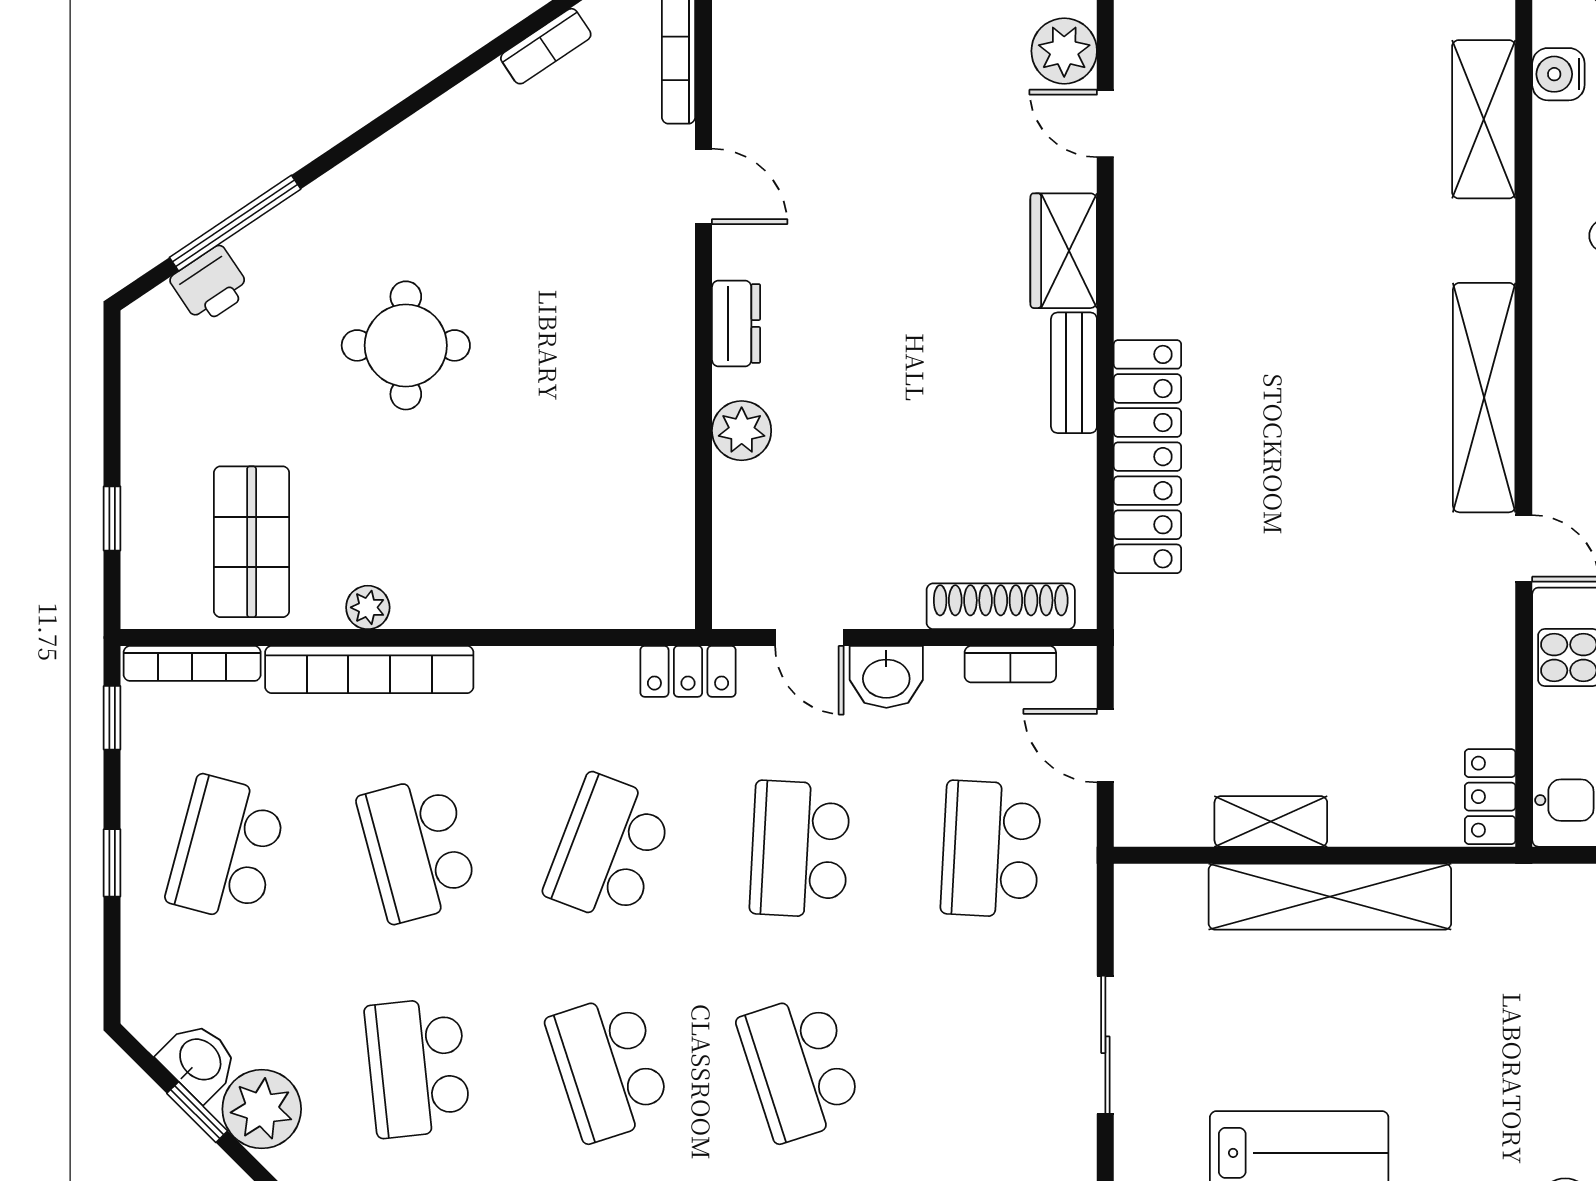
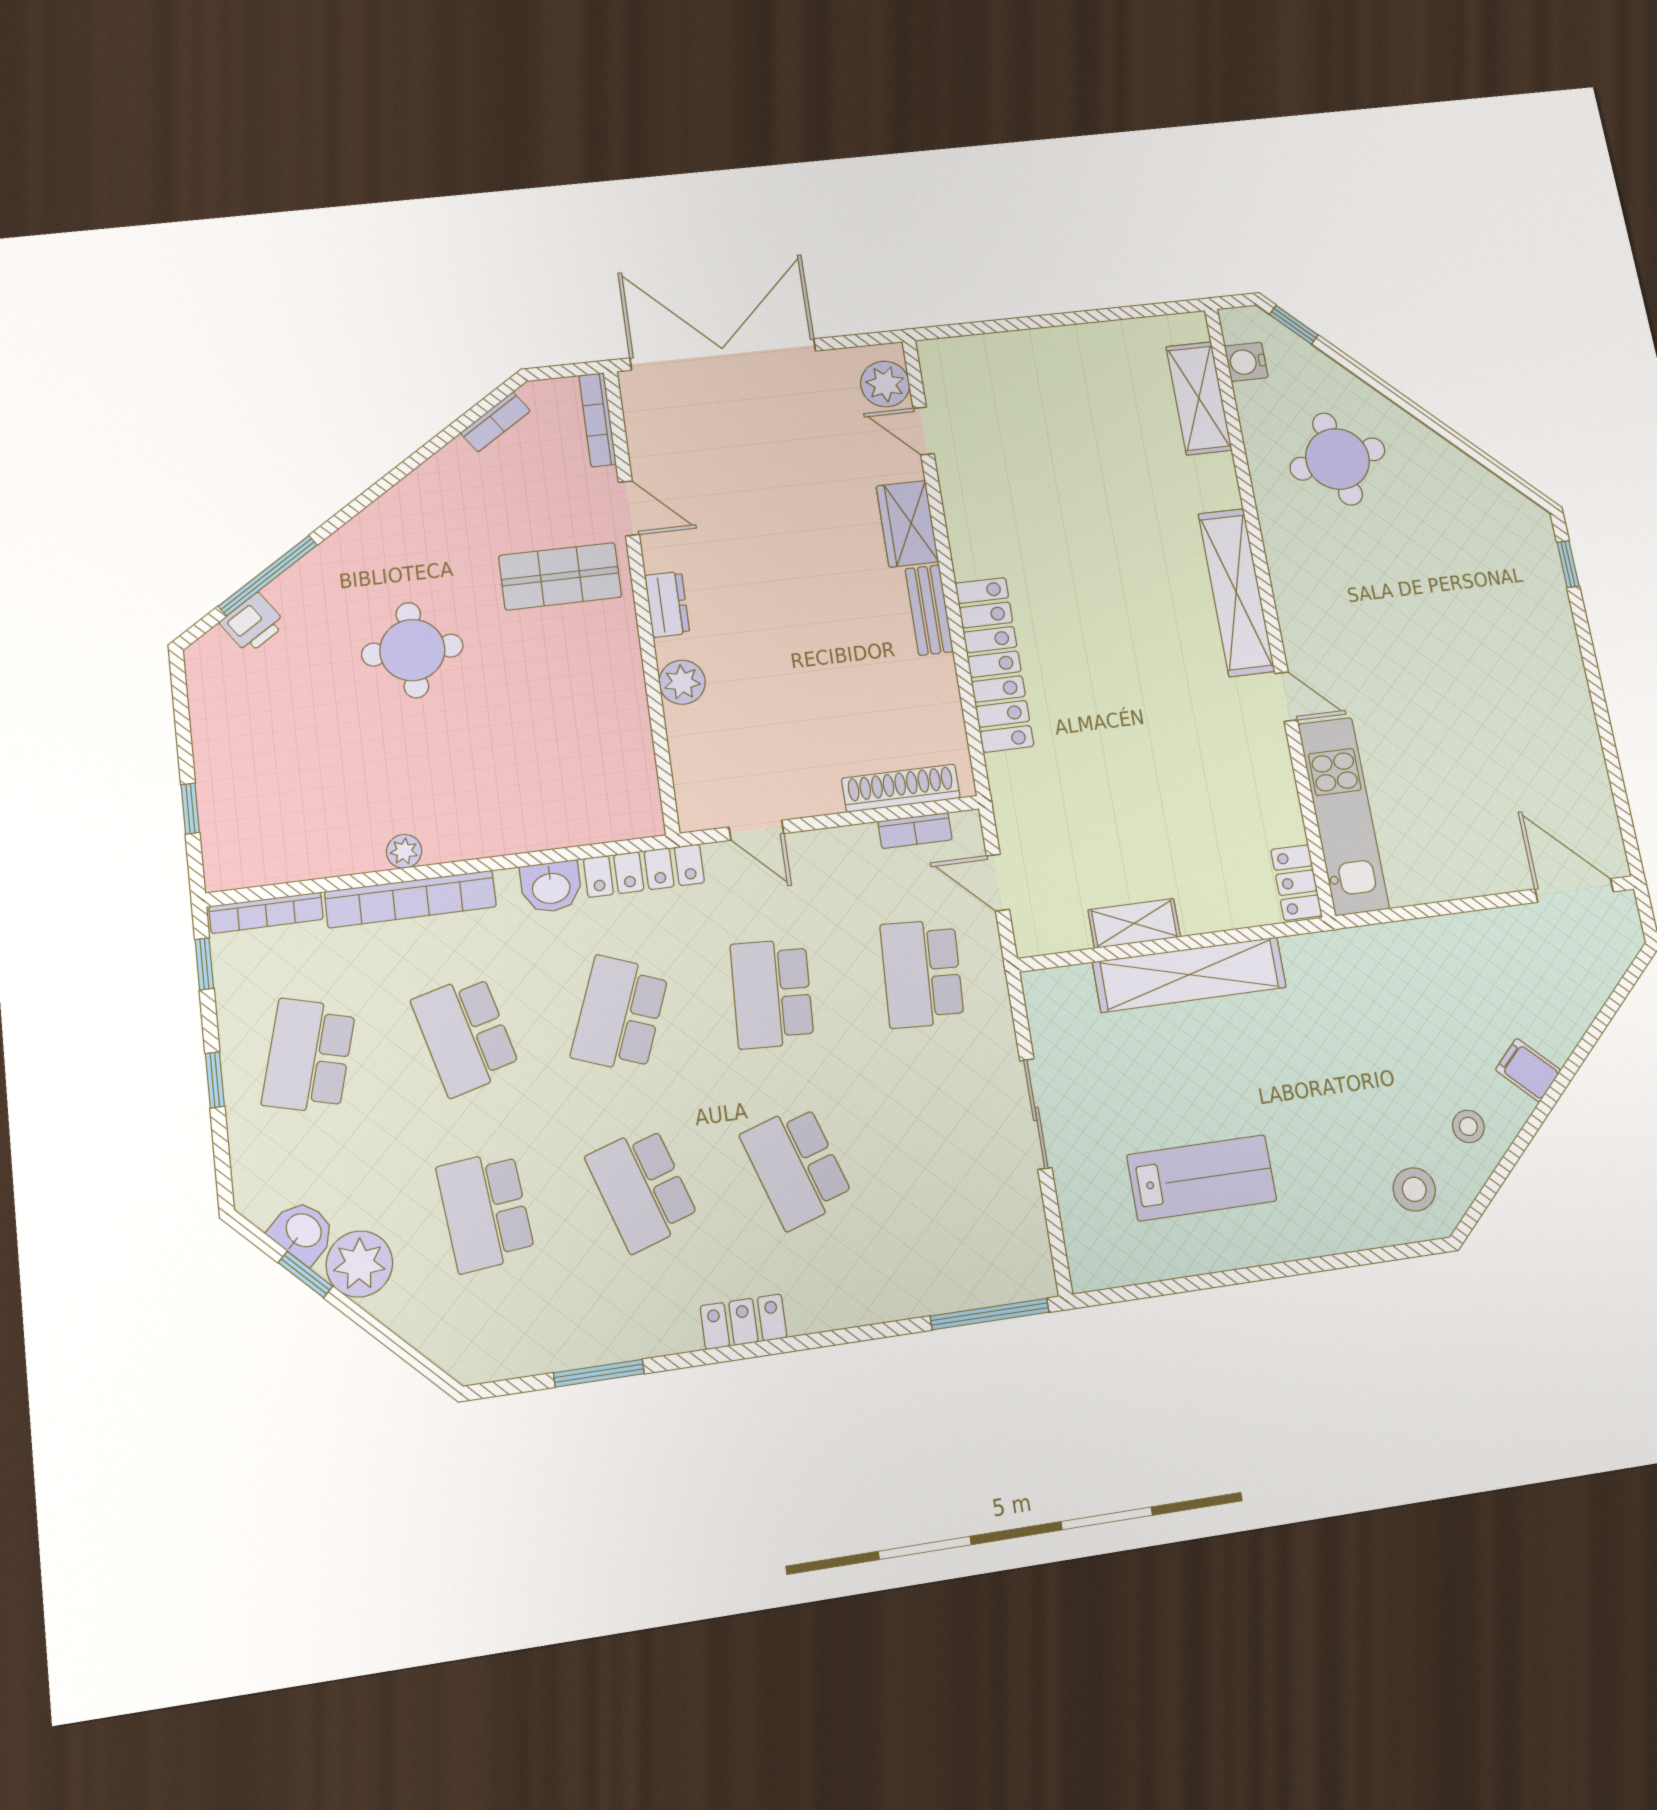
shop shelf: (252, 542) -> (560, 576), moved, turned 90
locker: (688, 671) -> (644, 871), width x1.53
washbasin: (886, 677) -> (551, 887), moved

